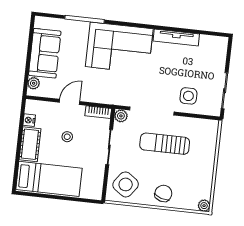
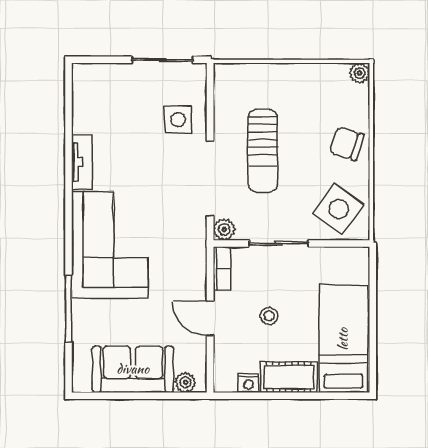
tv unit: (176, 37) -> (82, 162), width x0.71

